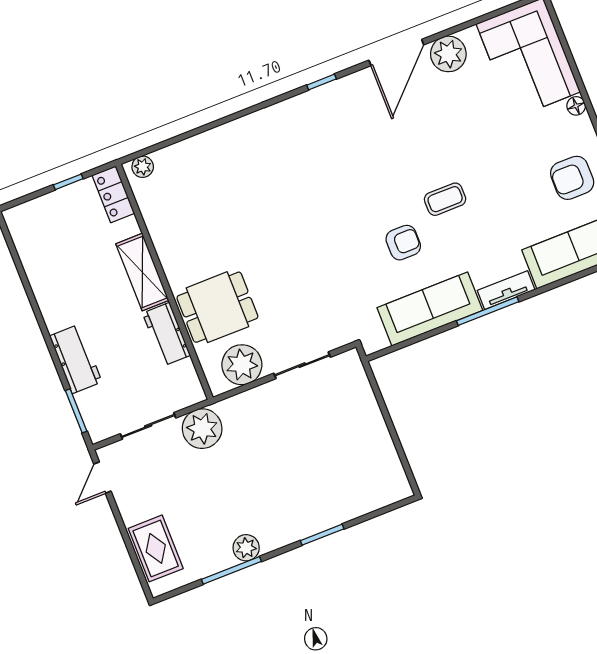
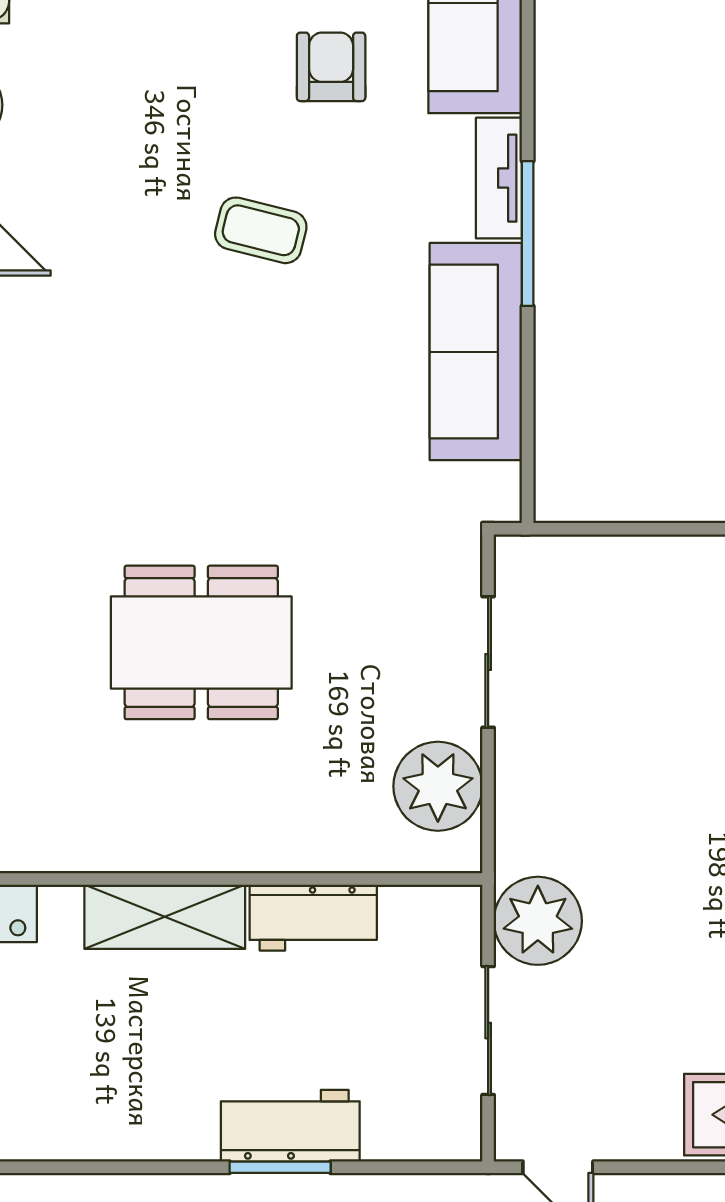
coffee table: (445, 199) -> (261, 230), turned -76
armchair: (403, 243) -> (331, 67), moved
dining table: (217, 307) -> (201, 642), moved, width x1.38
window: (76, 411) -> (280, 1167), moved

